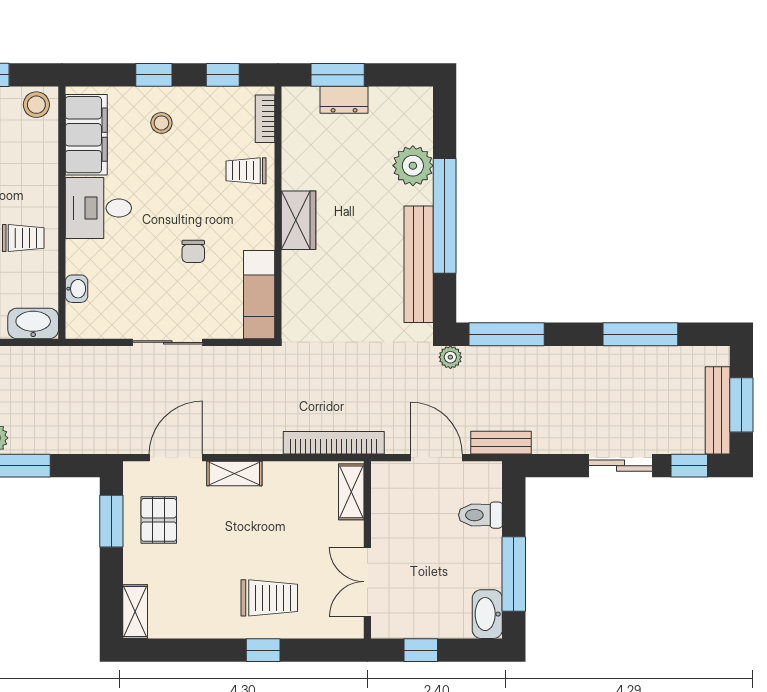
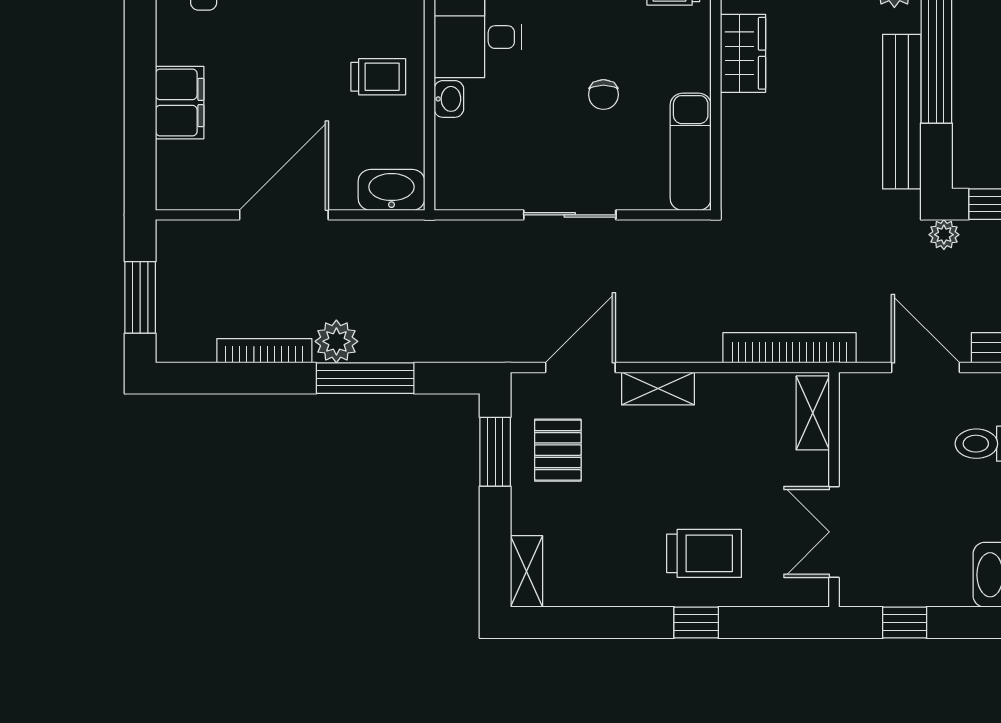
washbasin: (76, 289) -> (449, 99), moved

